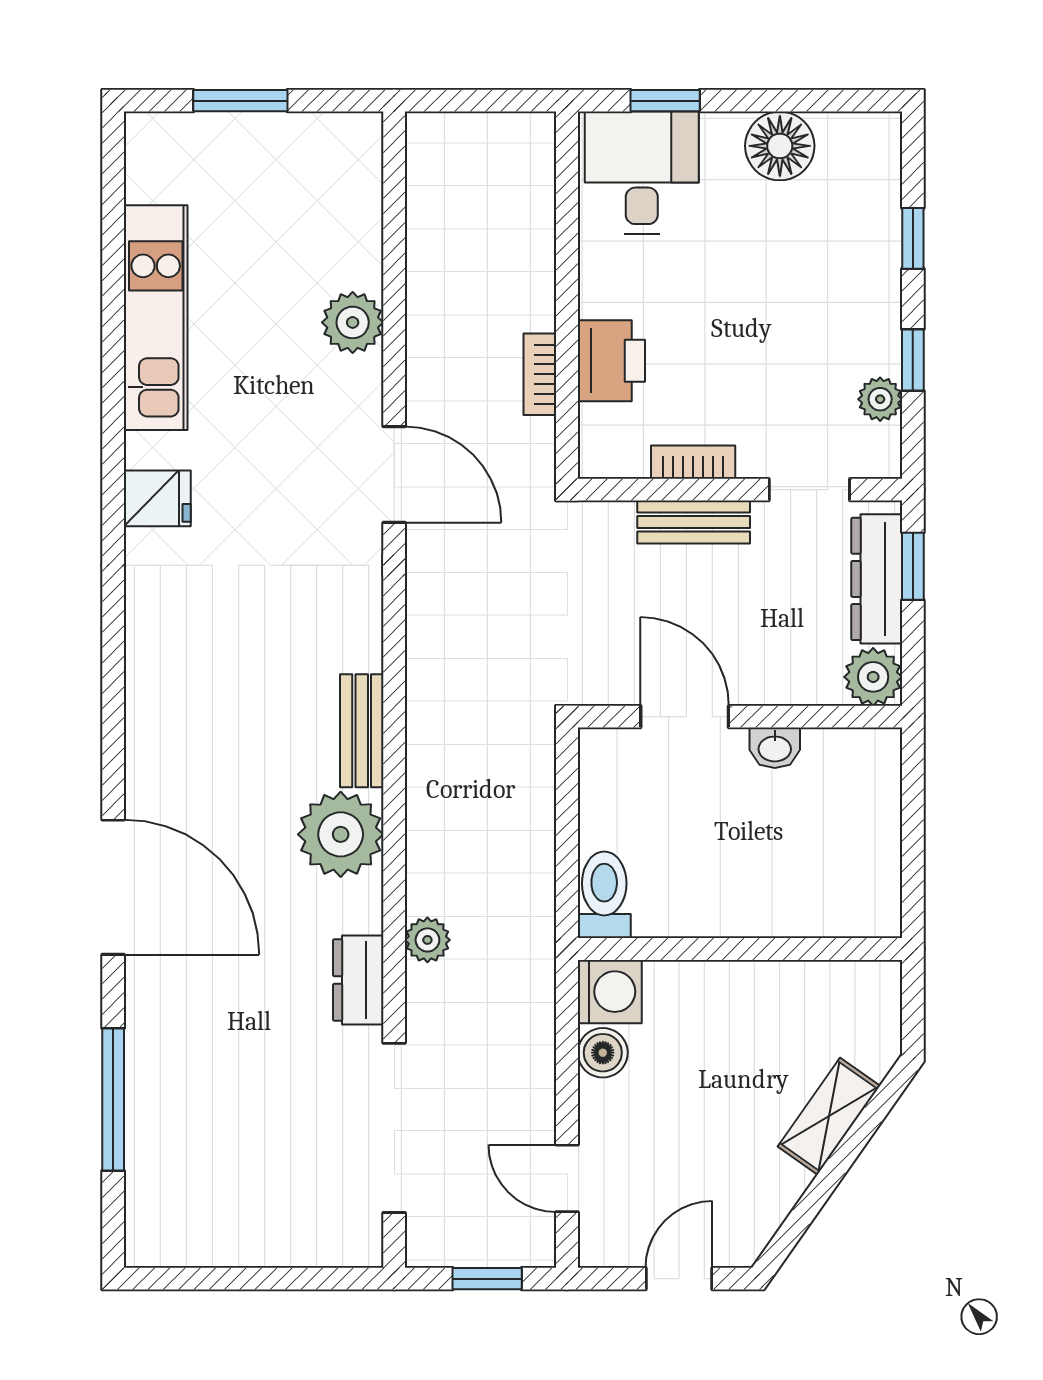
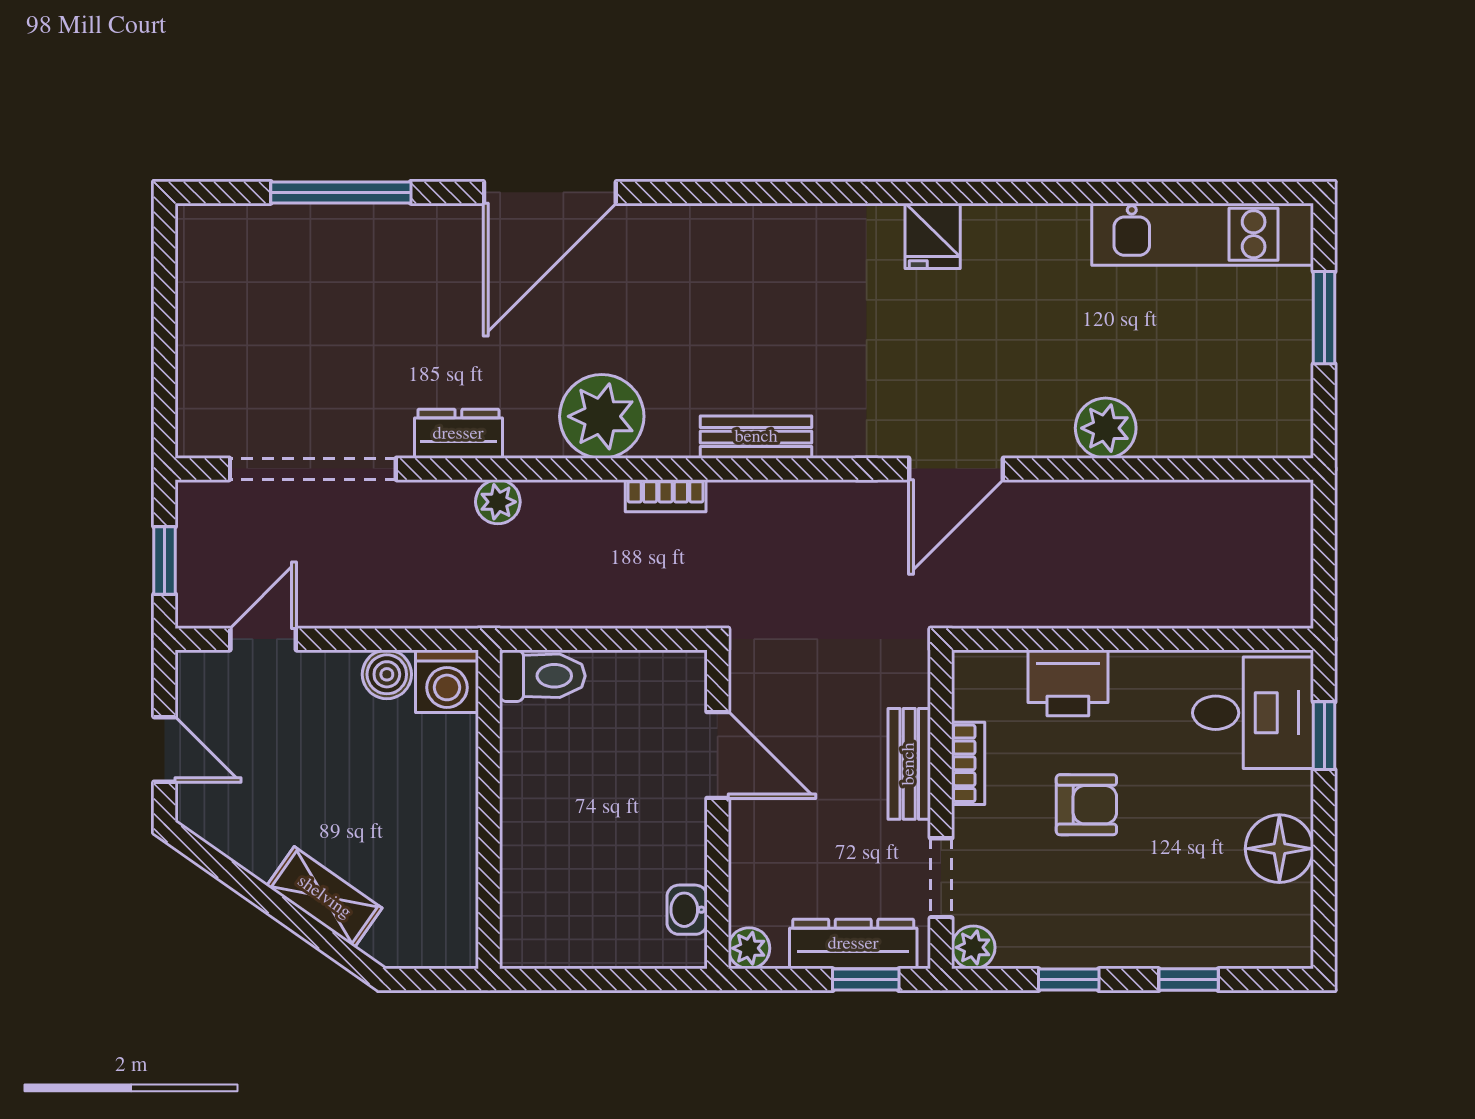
kitchen unit: (156, 318) -> (1203, 234), moved
armchair: (735, 342) -> (1086, 805), added
bookcase: (540, 374) -> (666, 496), moved, turned 180
plant: (880, 399) -> (973, 947), moved
plant: (873, 677) -> (749, 948), width x0.73, depth x0.73
door: (685, 717) -> (718, 755), hinge flipped
bench: (362, 731) -> (756, 437), moved
washbasin: (775, 748) -> (687, 910), moved

